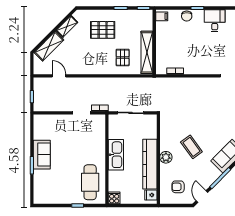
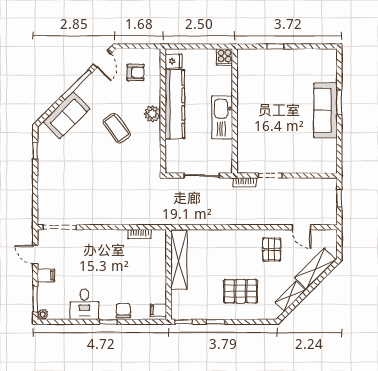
pallet: (123, 58) -> (272, 249), moved
sofa: (42, 155) -> (325, 110), width x1.36
cafe table: (90, 182) -> (258, 79), removed

